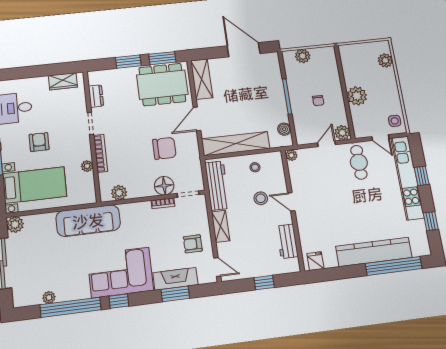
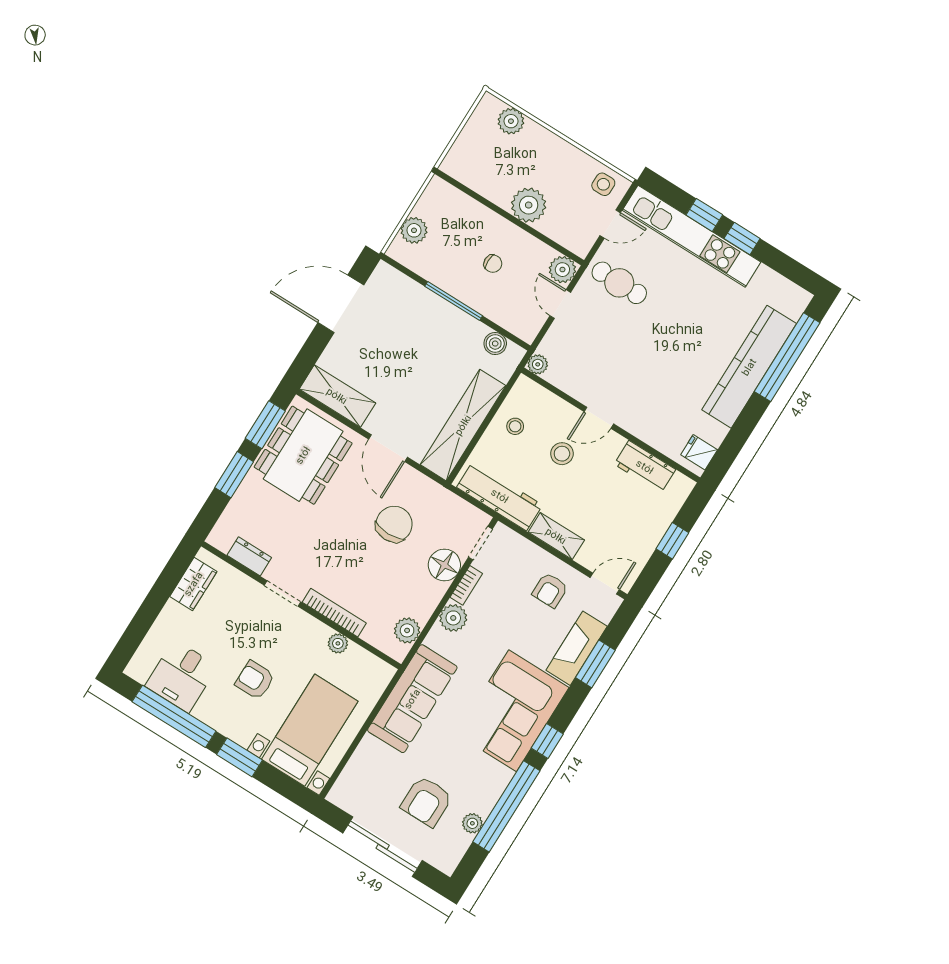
window: (431, 221) -> (742, 238), moved
plant: (15, 224) -> (453, 618), moved
armchair: (43, 267) -> (427, 801), added

